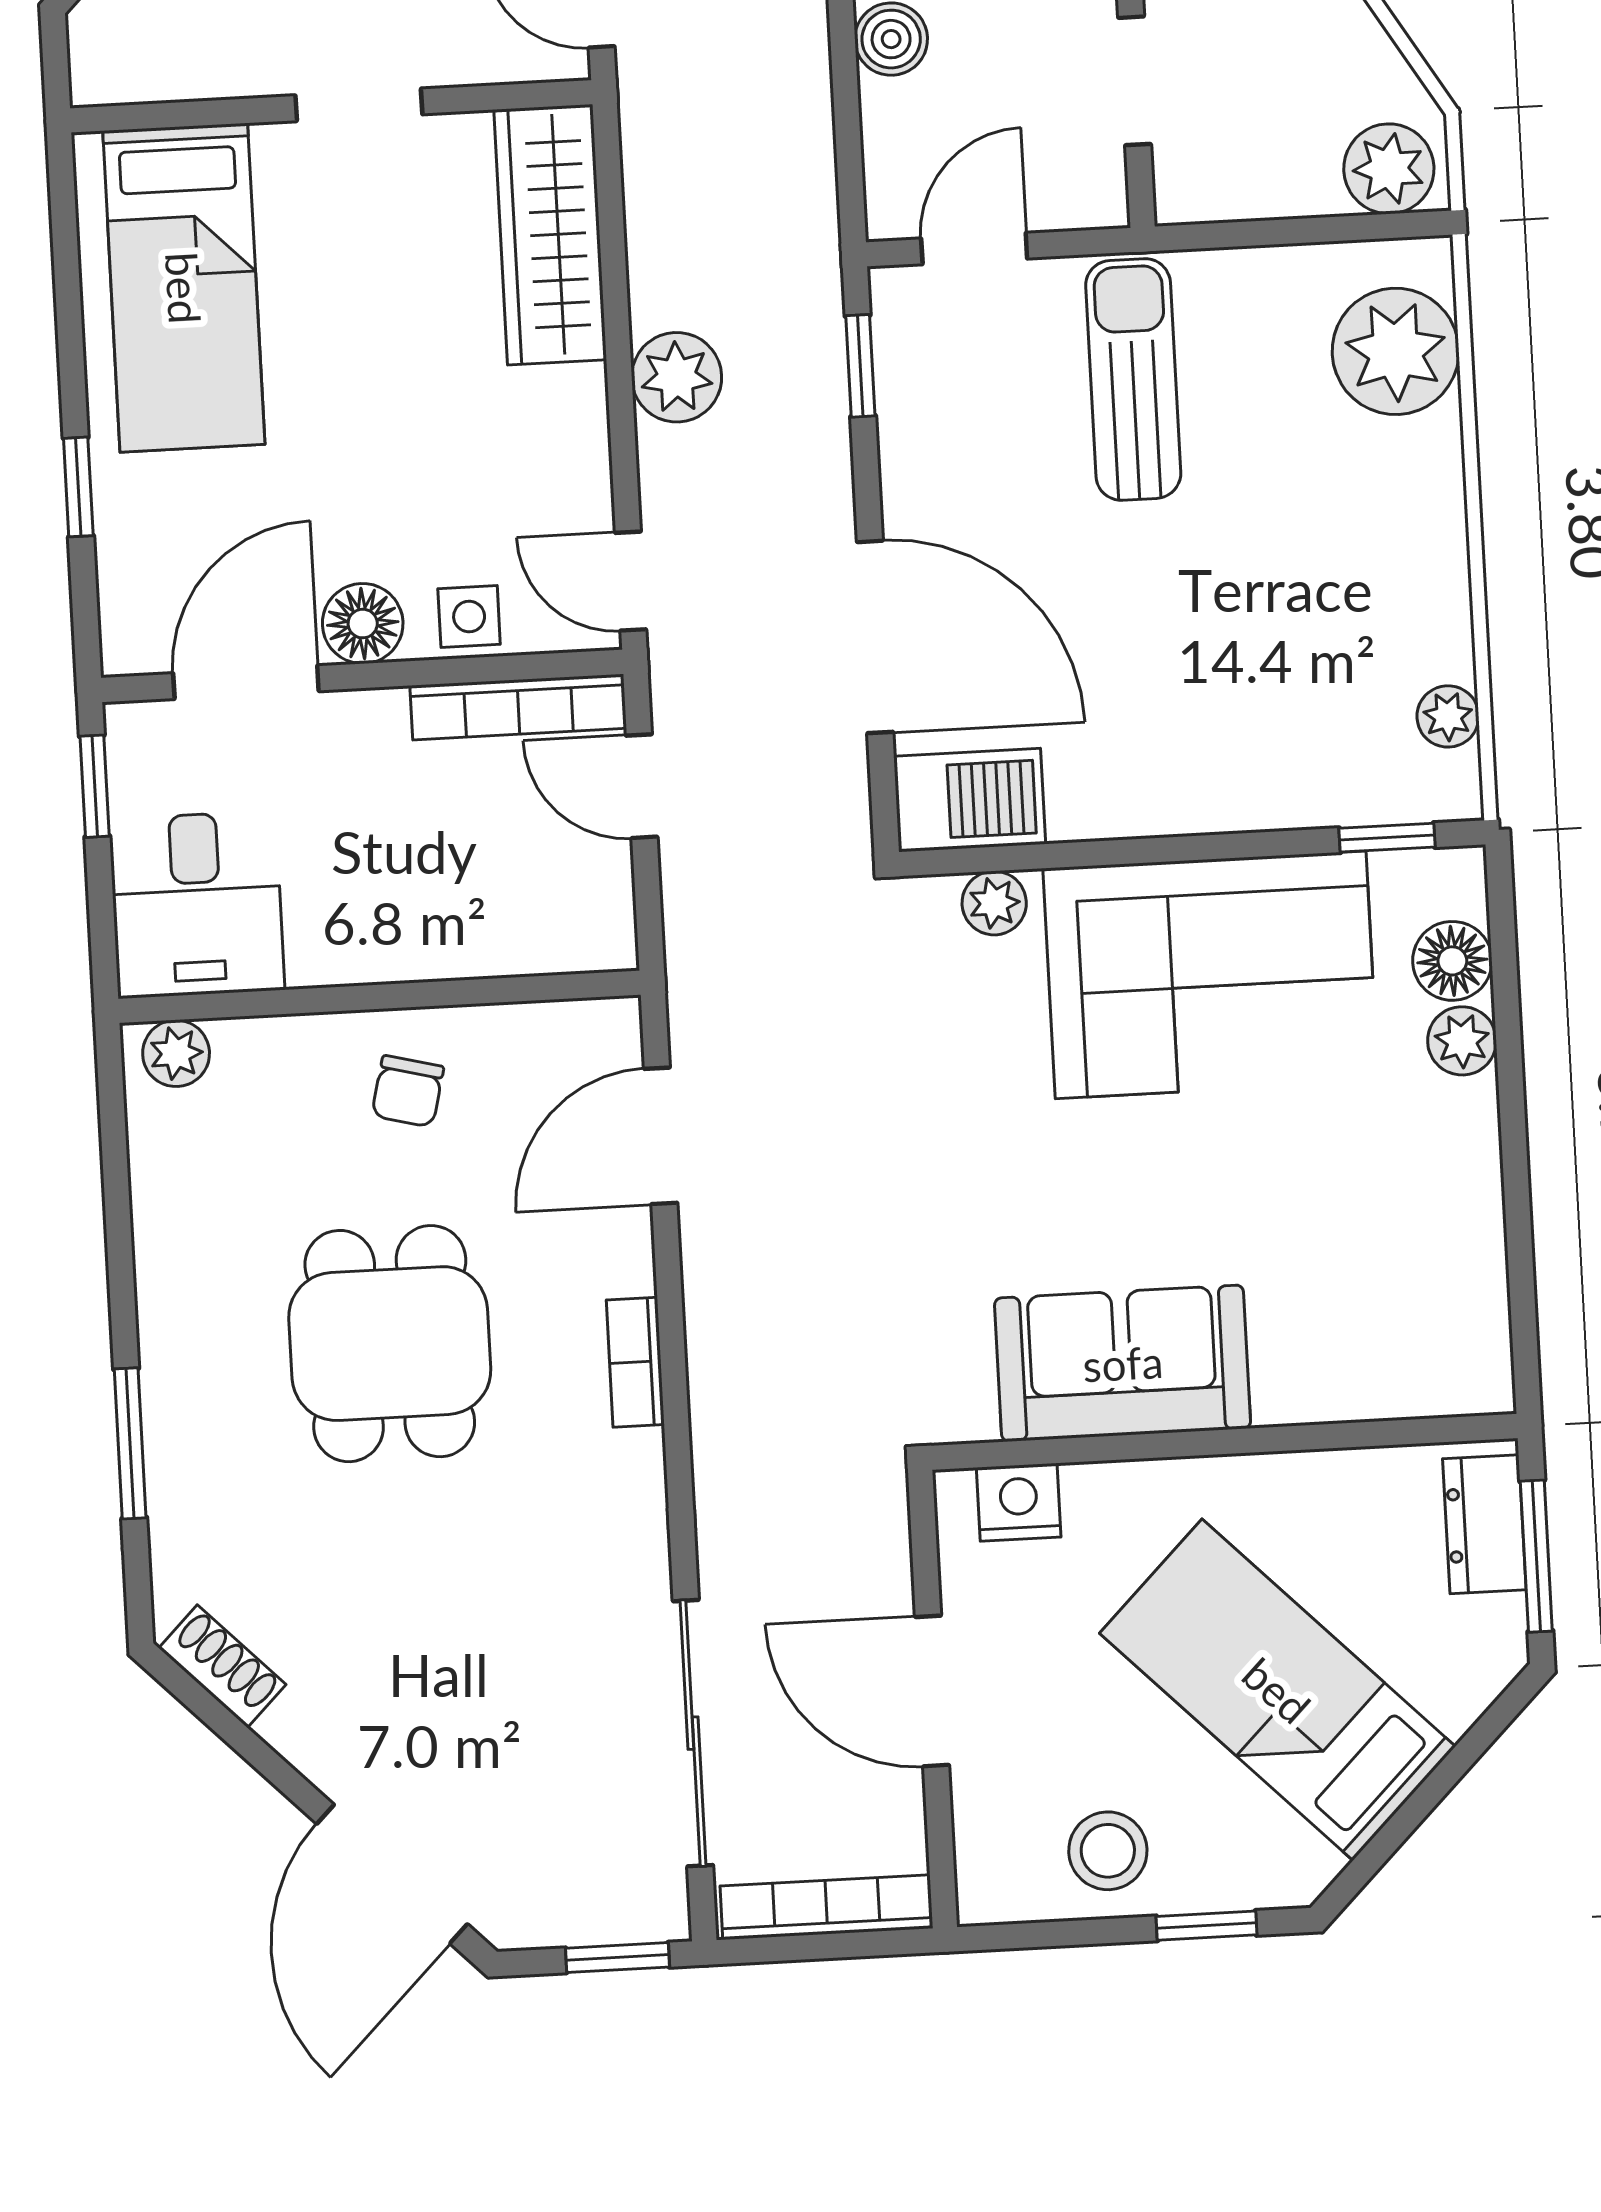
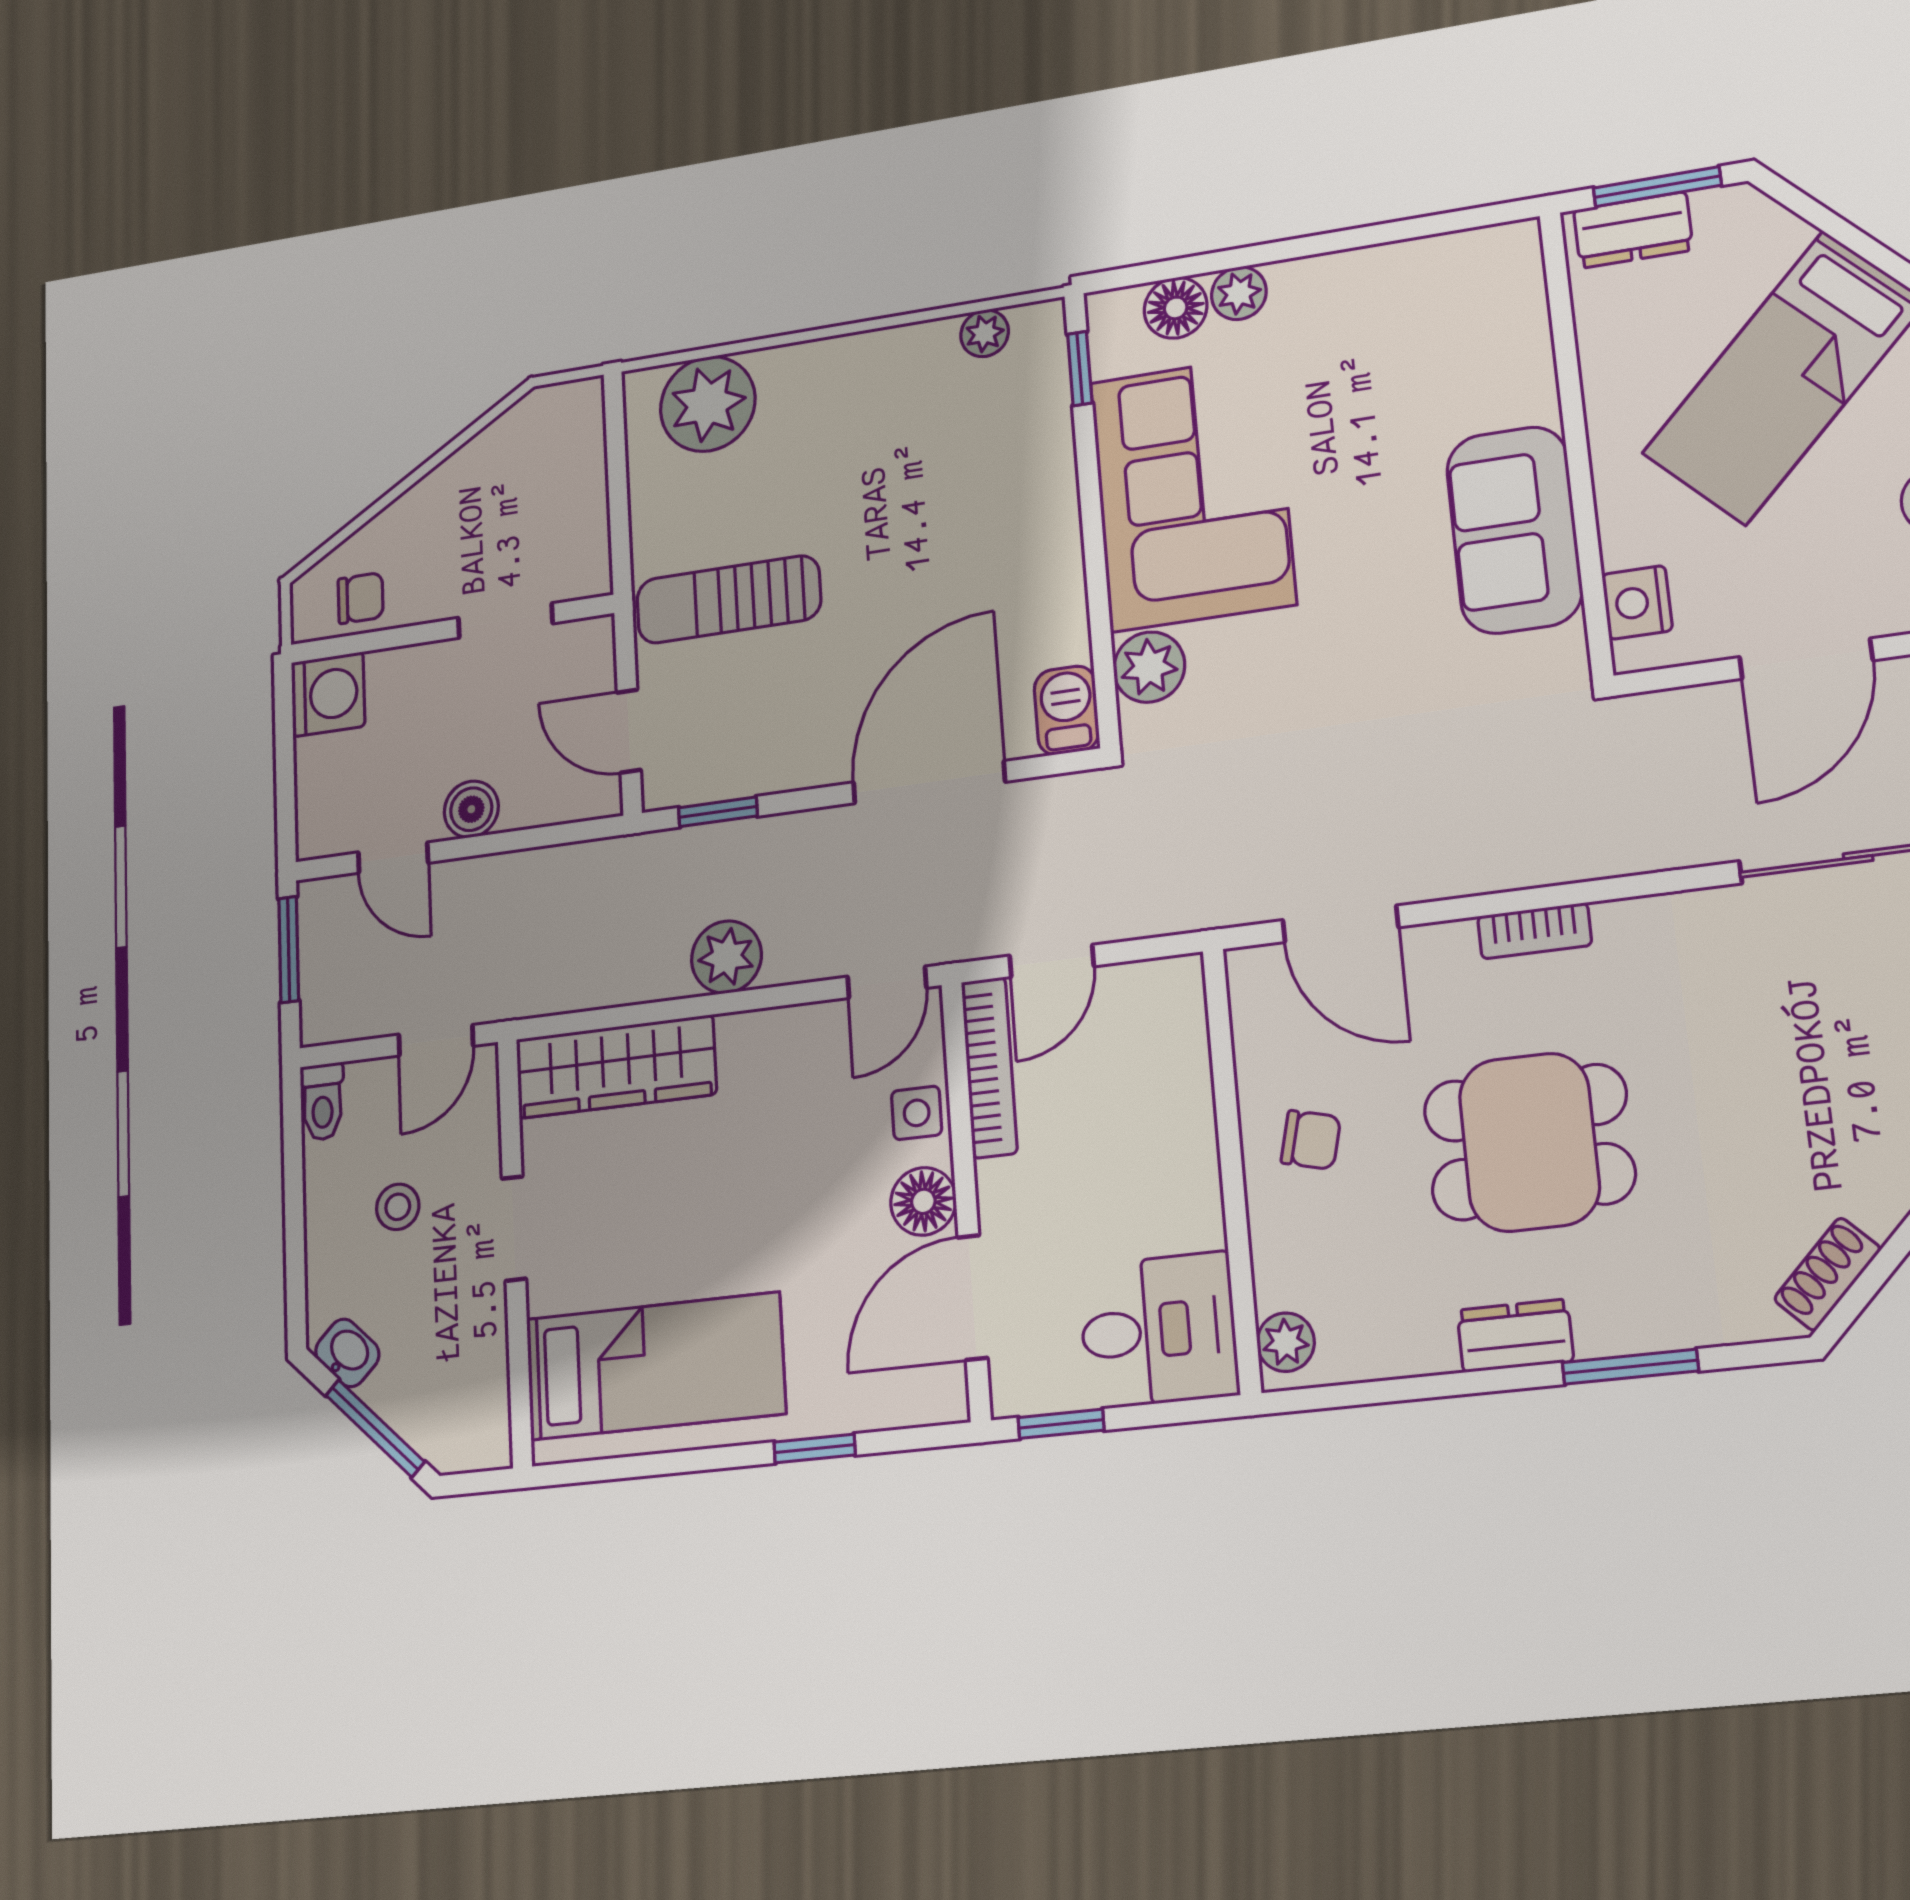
plant: (1389, 169) -> (573, 424), removed
door: (246, 682) -> (973, 1297), hinge flipped
barbecue: (970, 800) -> (1067, 710), width x0.73, depth x0.79
plant: (994, 903) -> (1149, 667), width x1.38, depth x1.38
dresser: (171, 1317) -> (1515, 1336), added

